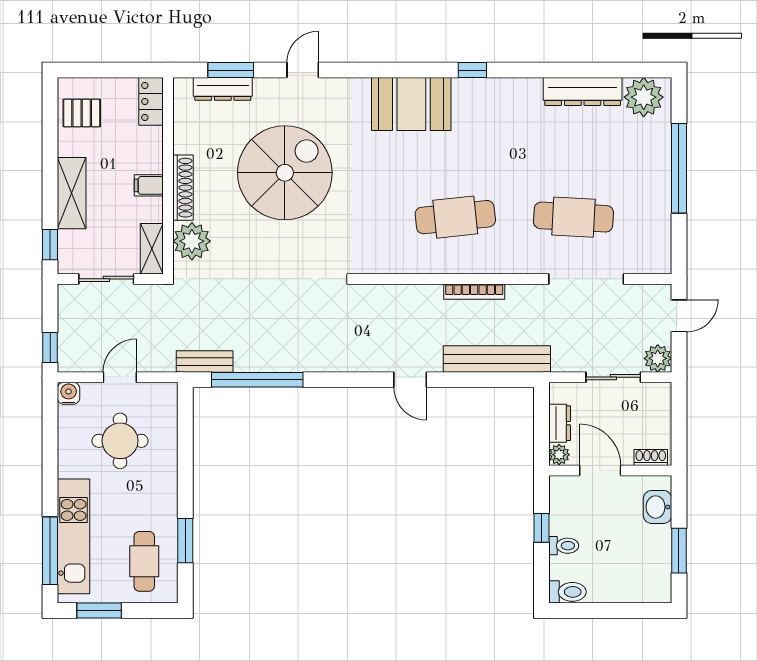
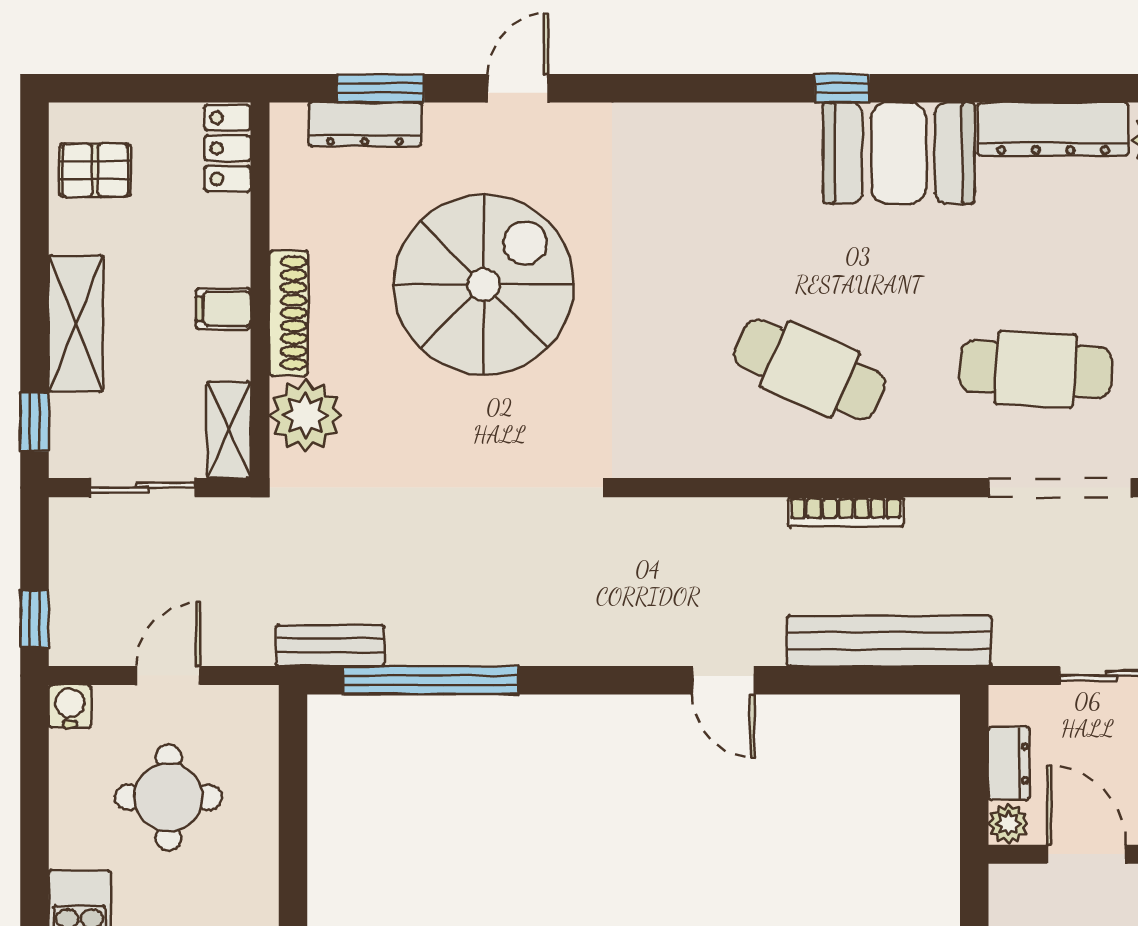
booth: (411, 104) -> (899, 153), moved
cafe table: (455, 217) -> (810, 369), turned 30

